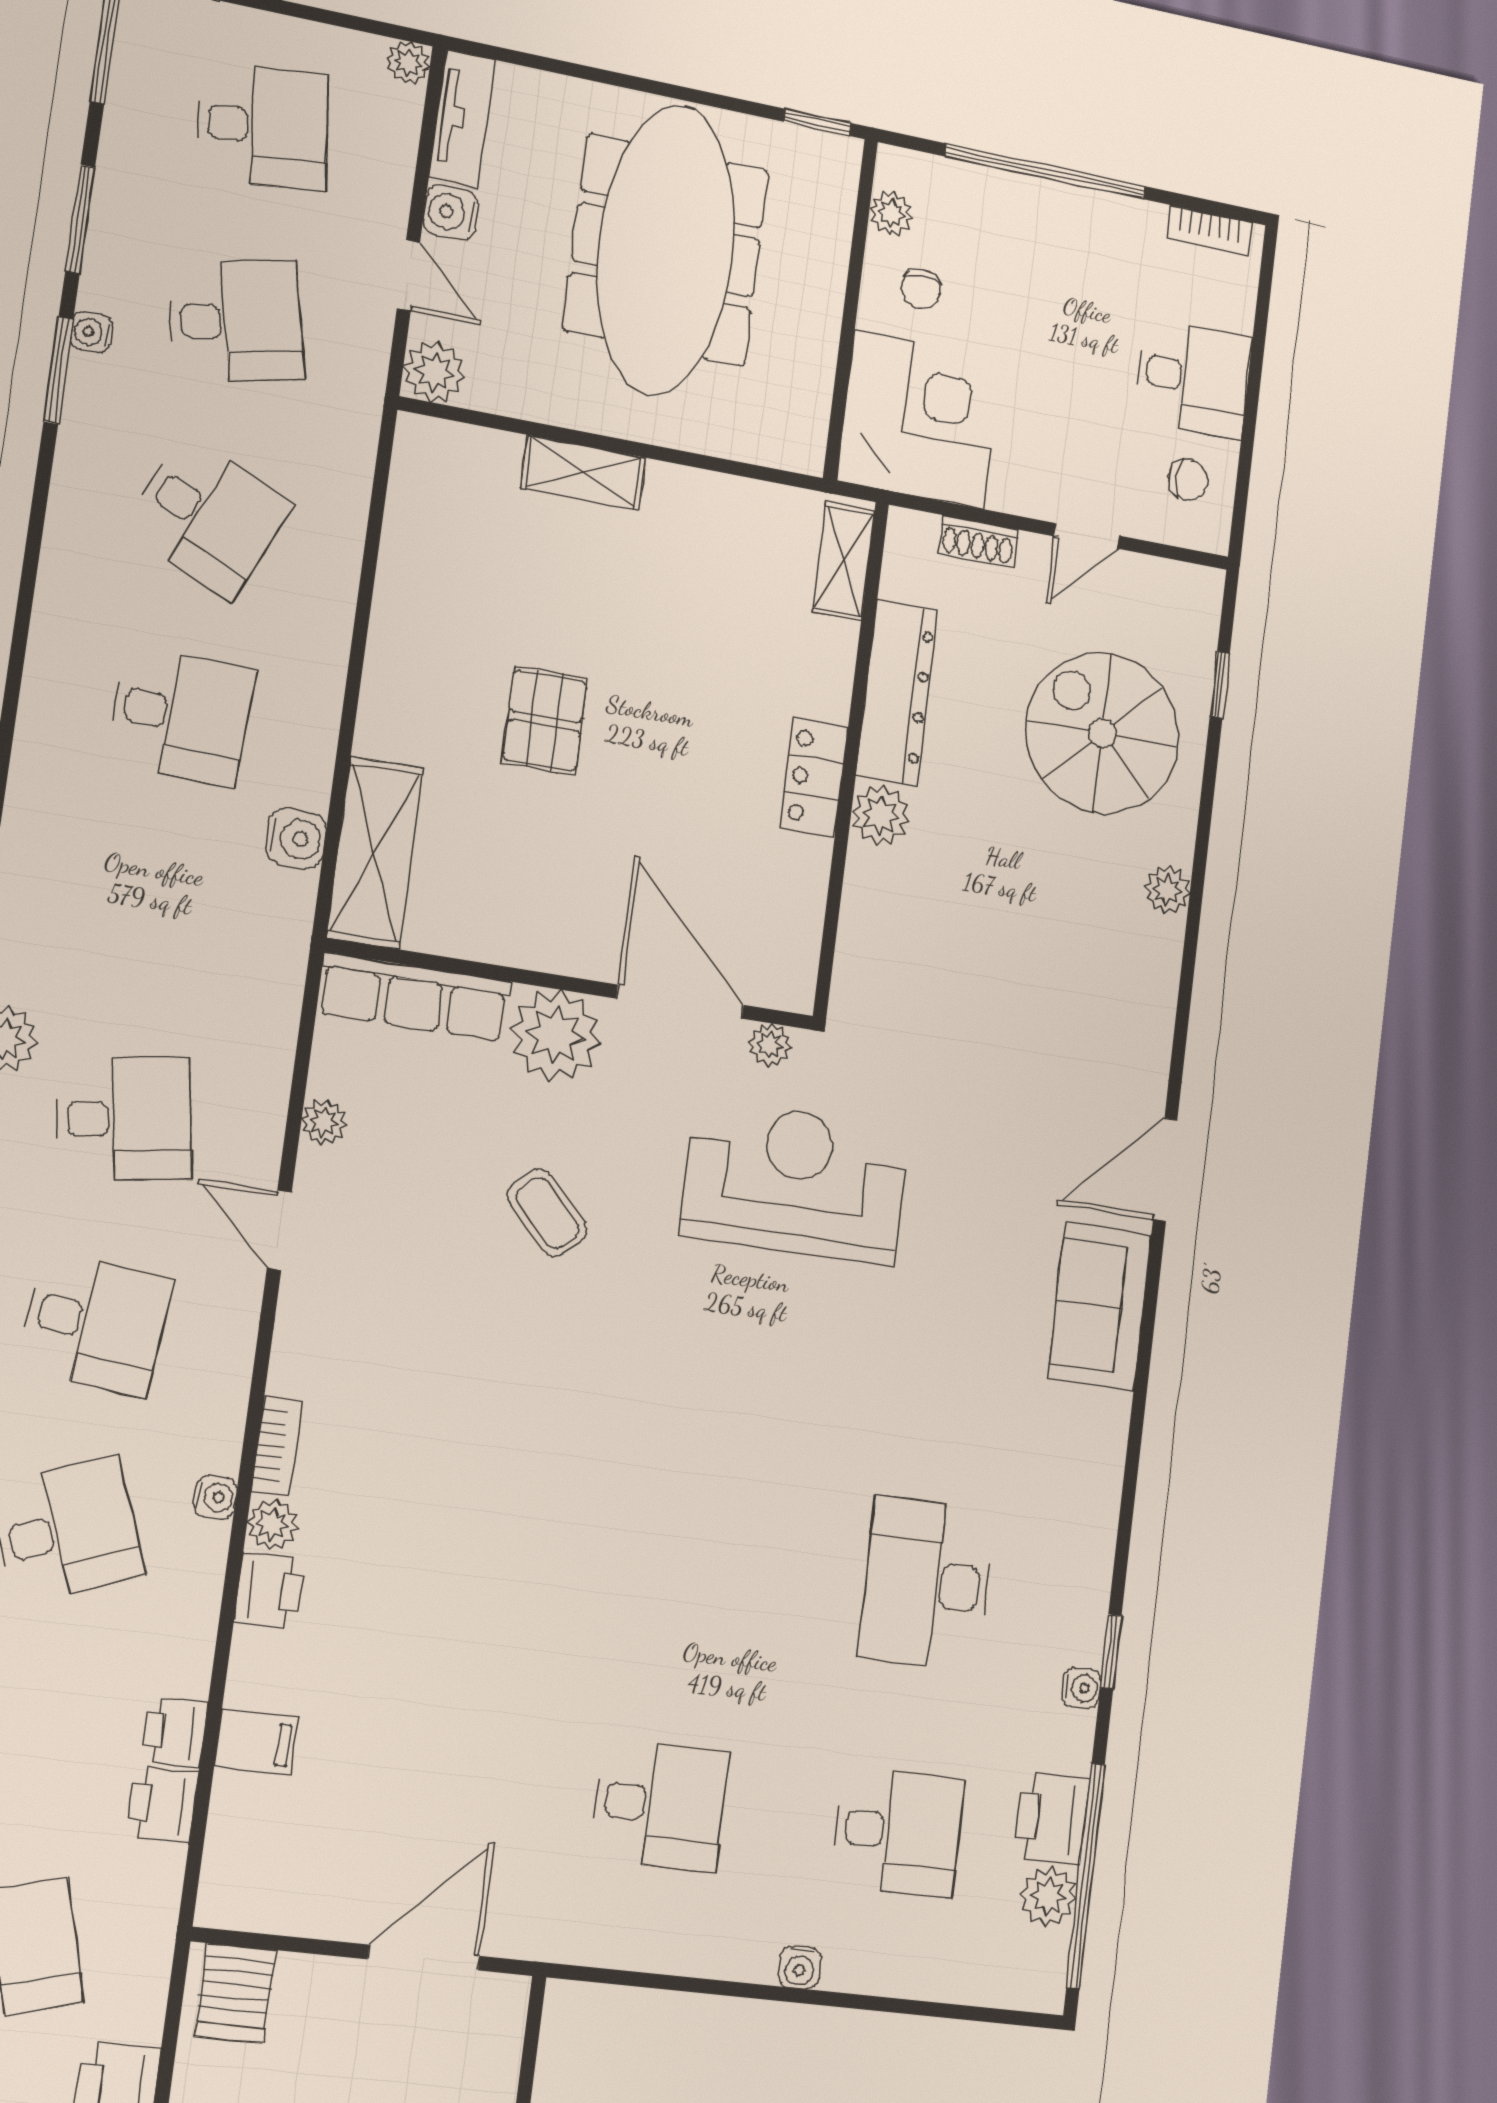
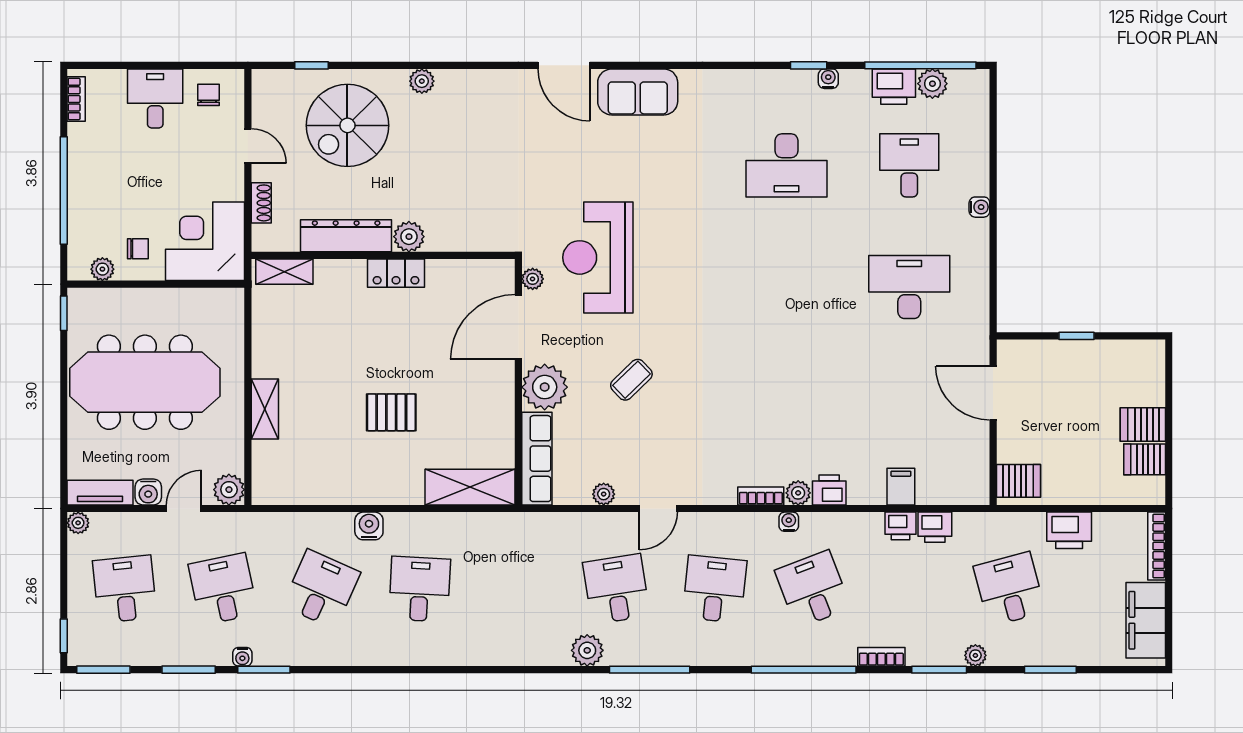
water cooler: (296, 838) -> (369, 526), moved
desk: (660, 1805) -> (909, 287), width x1.37

